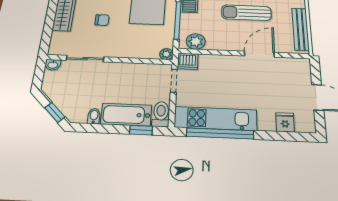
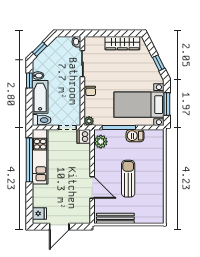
chair: (102, 20) -> (91, 91), moved
fridge: (285, 122) -> (39, 214), moved
window: (141, 130) -> (29, 81), moved

